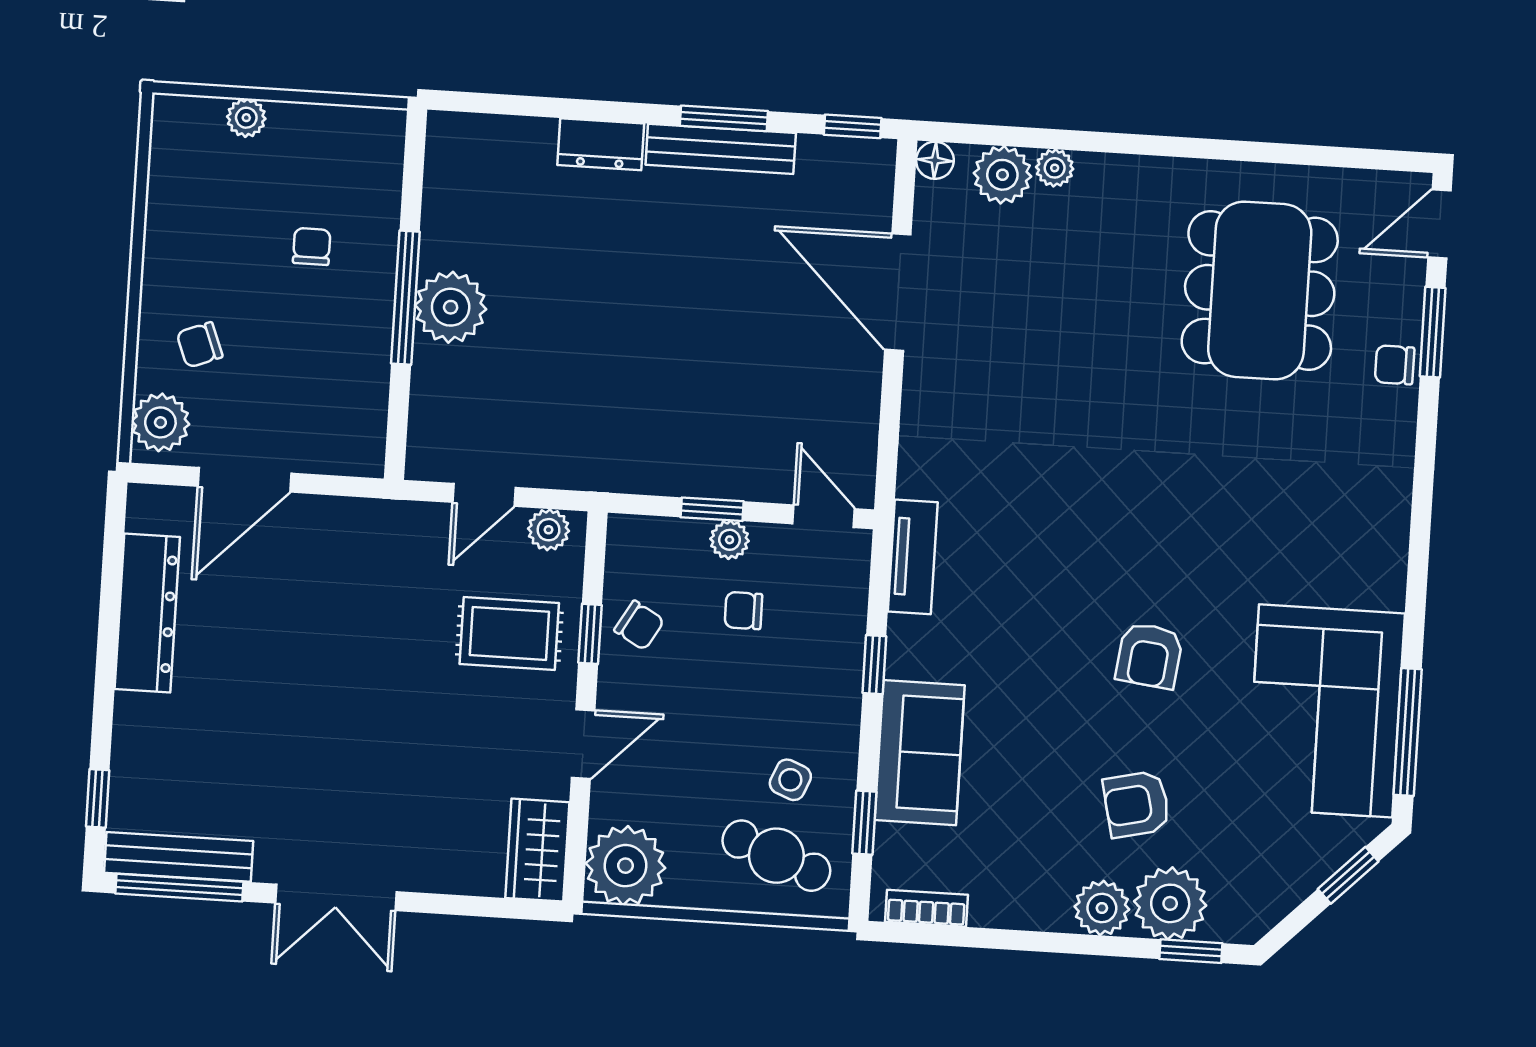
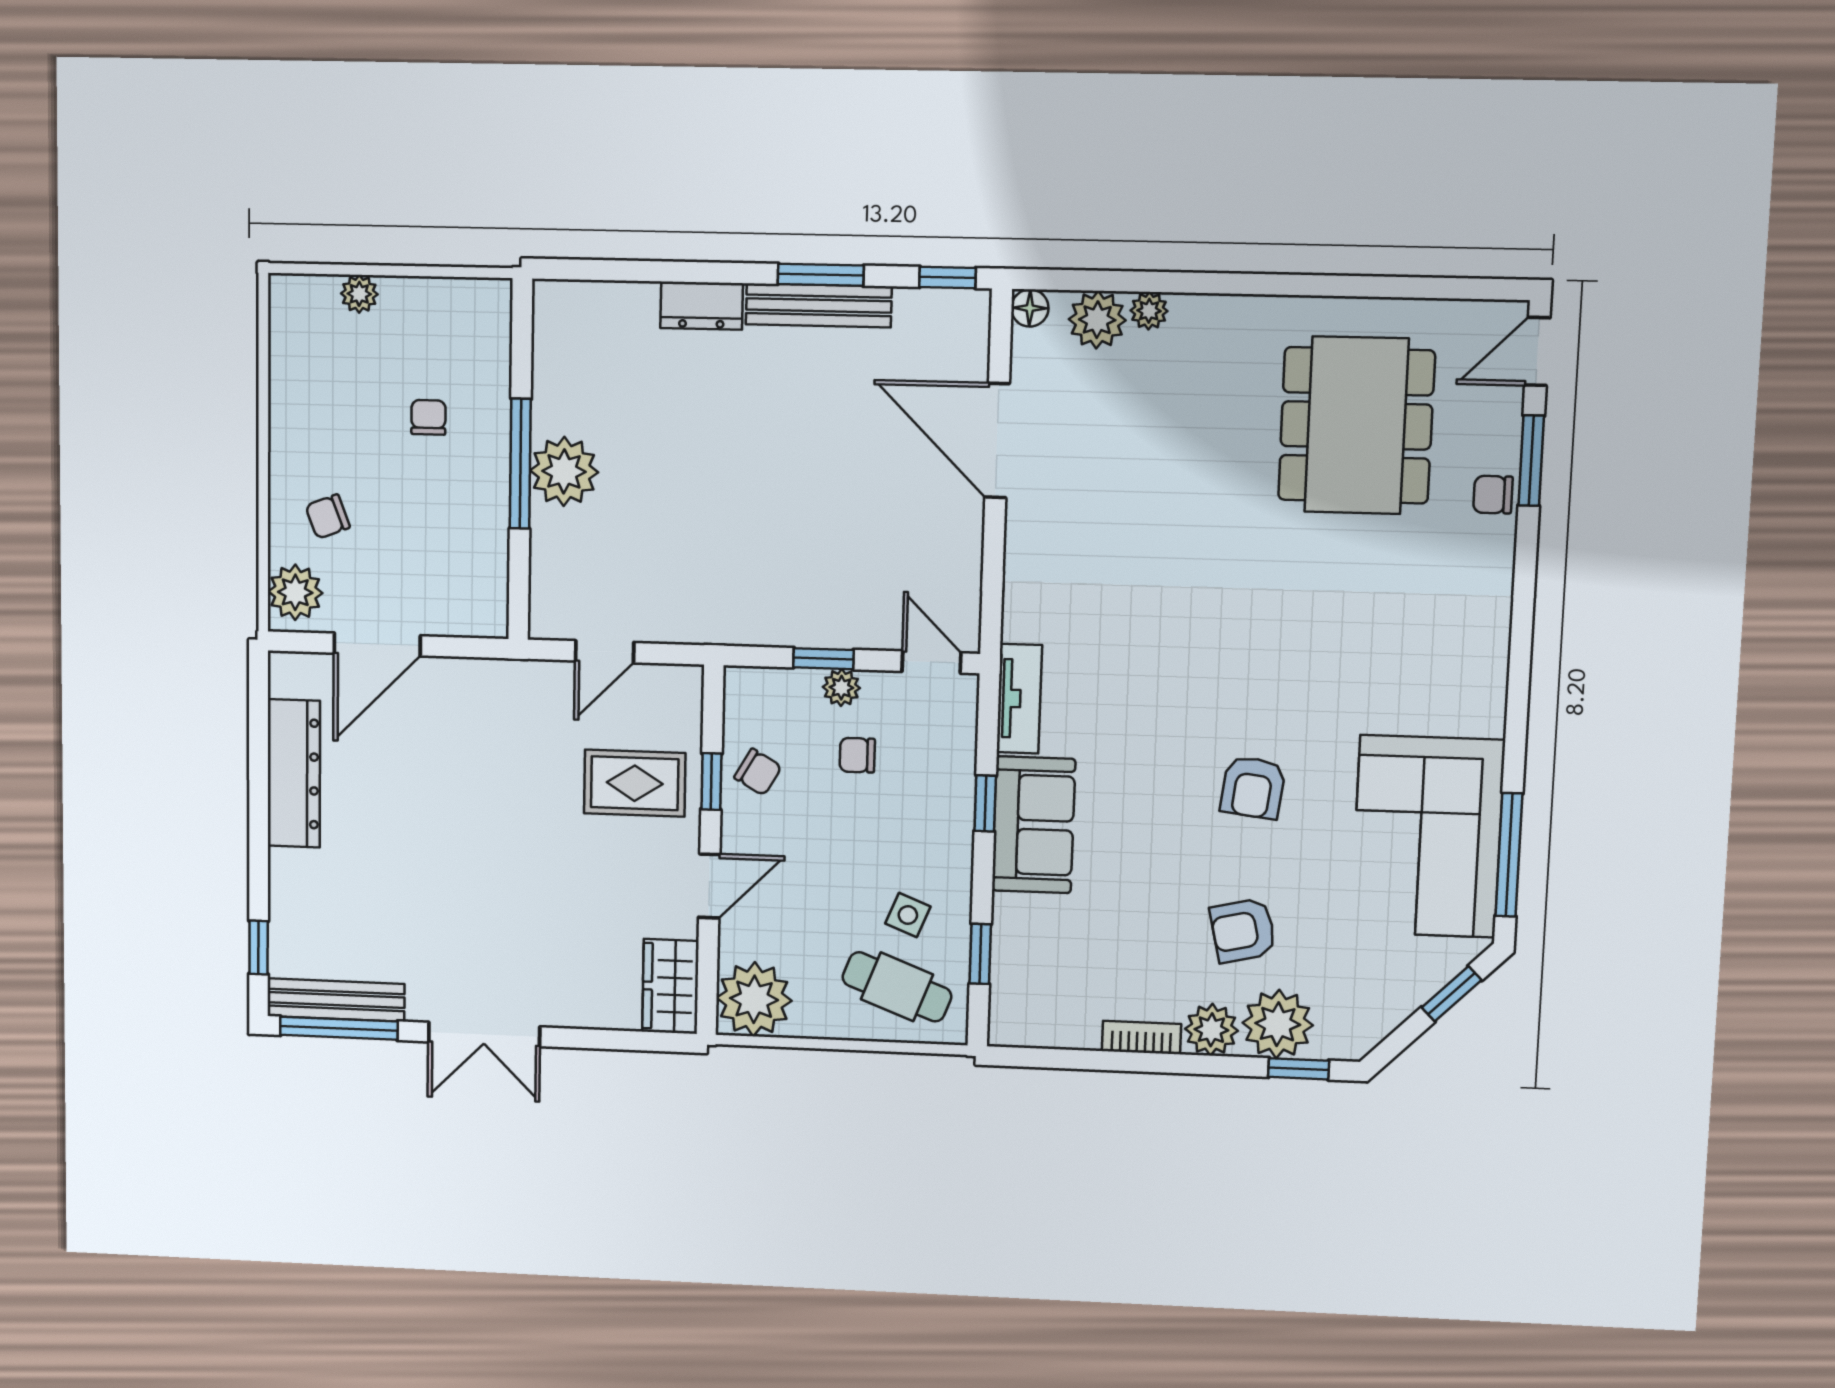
plant: (549, 530) -> (667, 683), removed
sofa: (920, 753) -> (1034, 825), moved
bookcase: (926, 908) -> (1141, 1037), moved

